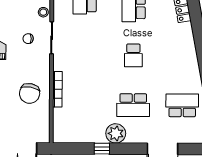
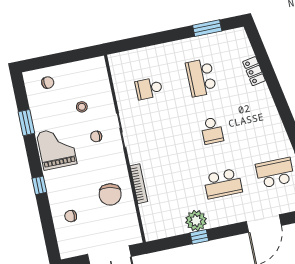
stool: (43, 12) -> (82, 107), moved
plant: (116, 133) -> (196, 221), moved

